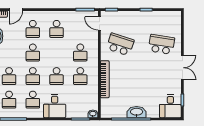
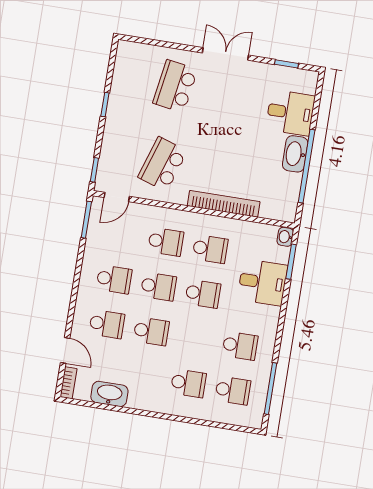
school desk: (33, 76) -> (158, 287), moved
desk: (55, 106) -> (263, 282), moved
desk: (170, 106) -> (290, 113), moved

